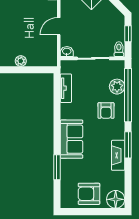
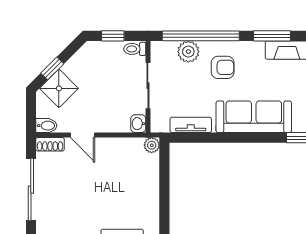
door: (59, 26) -> (83, 135), moved
plant: (21, 61) -> (152, 145), moved
sofa: (72, 139) -> (254, 117), width x1.36

